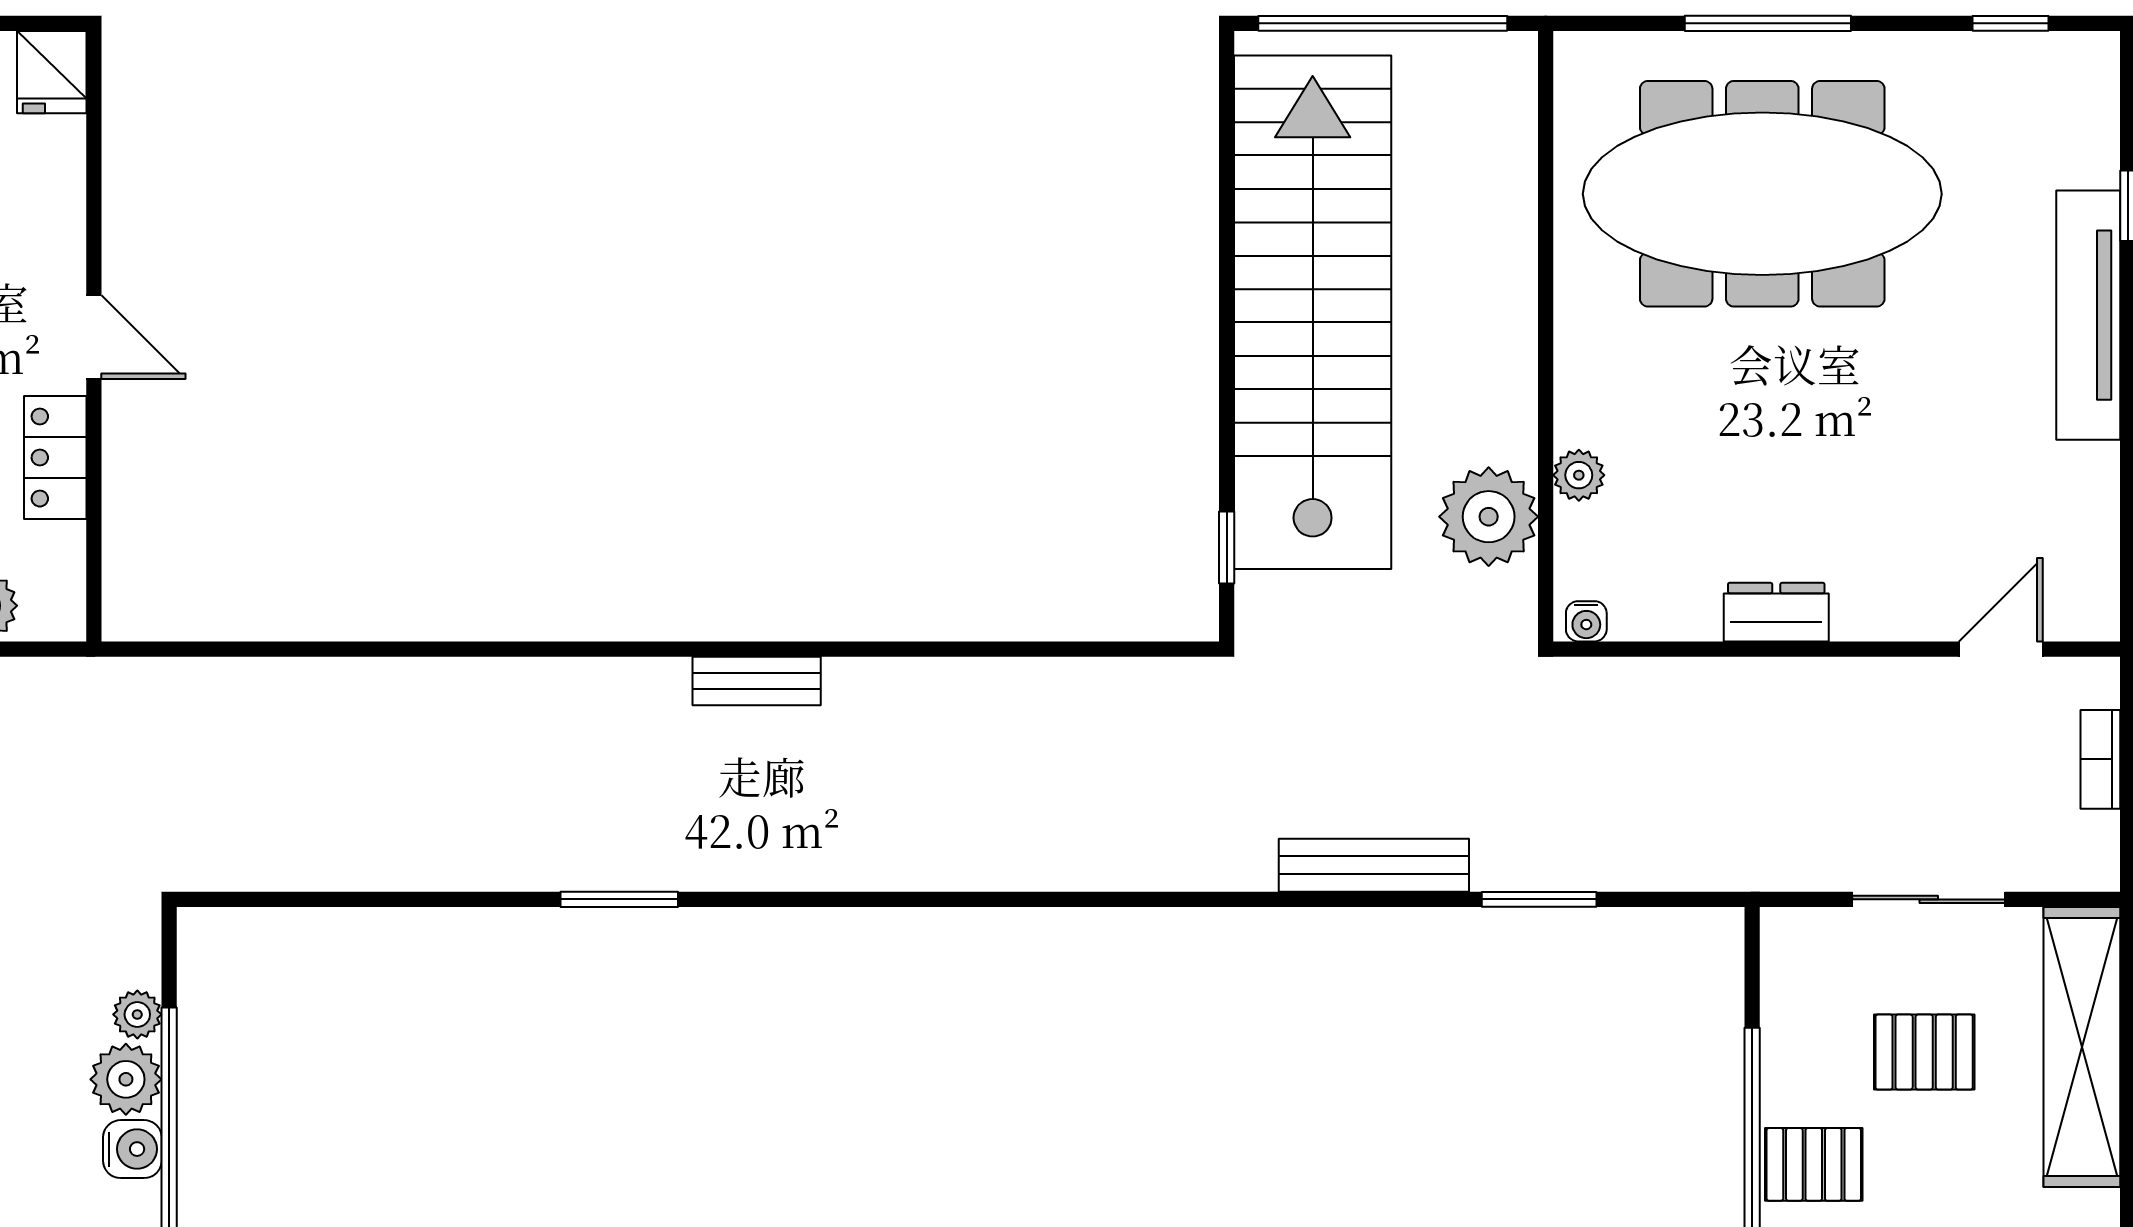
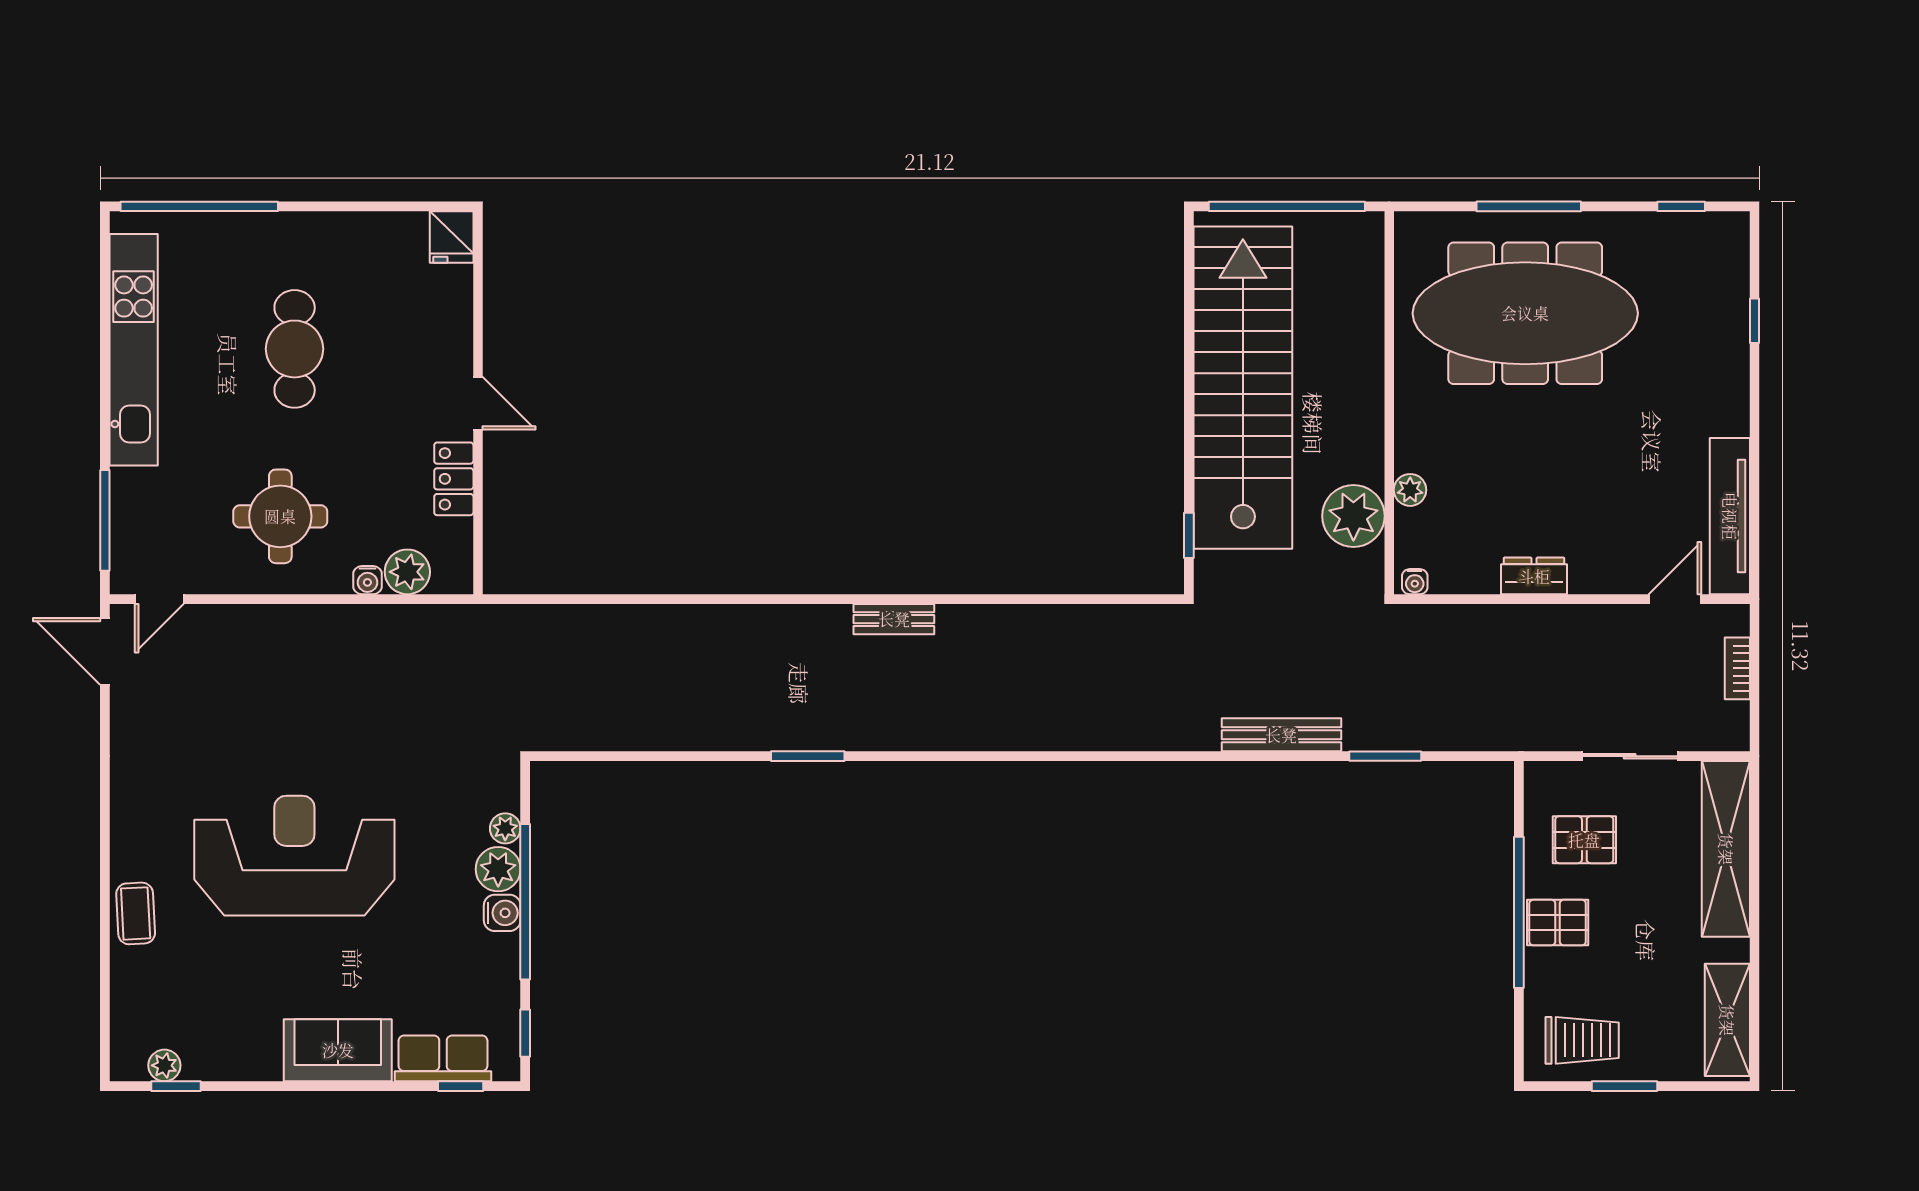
tv unit: (2088, 315) -> (1730, 516), moved
pallet: (1924, 1052) -> (1584, 840), moved

